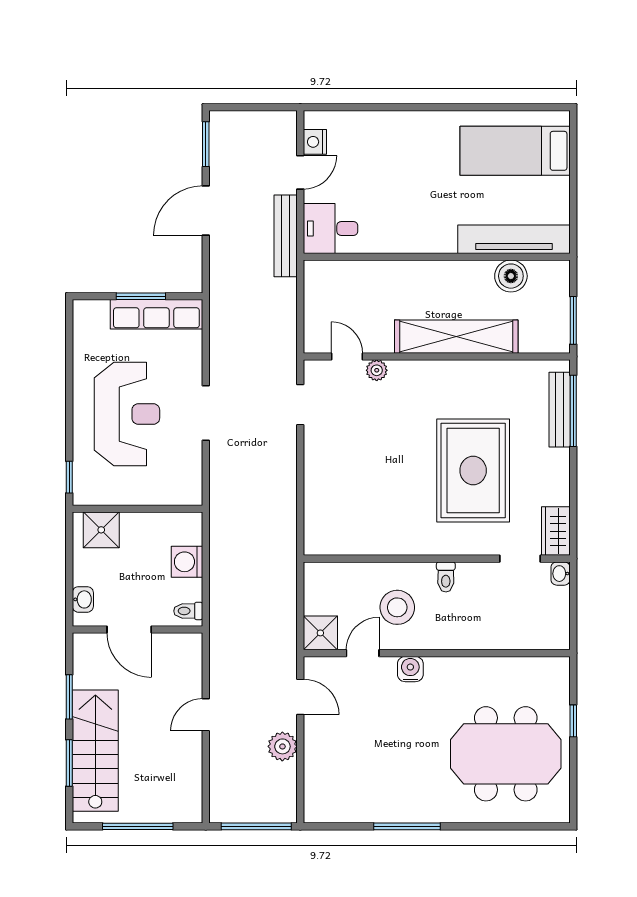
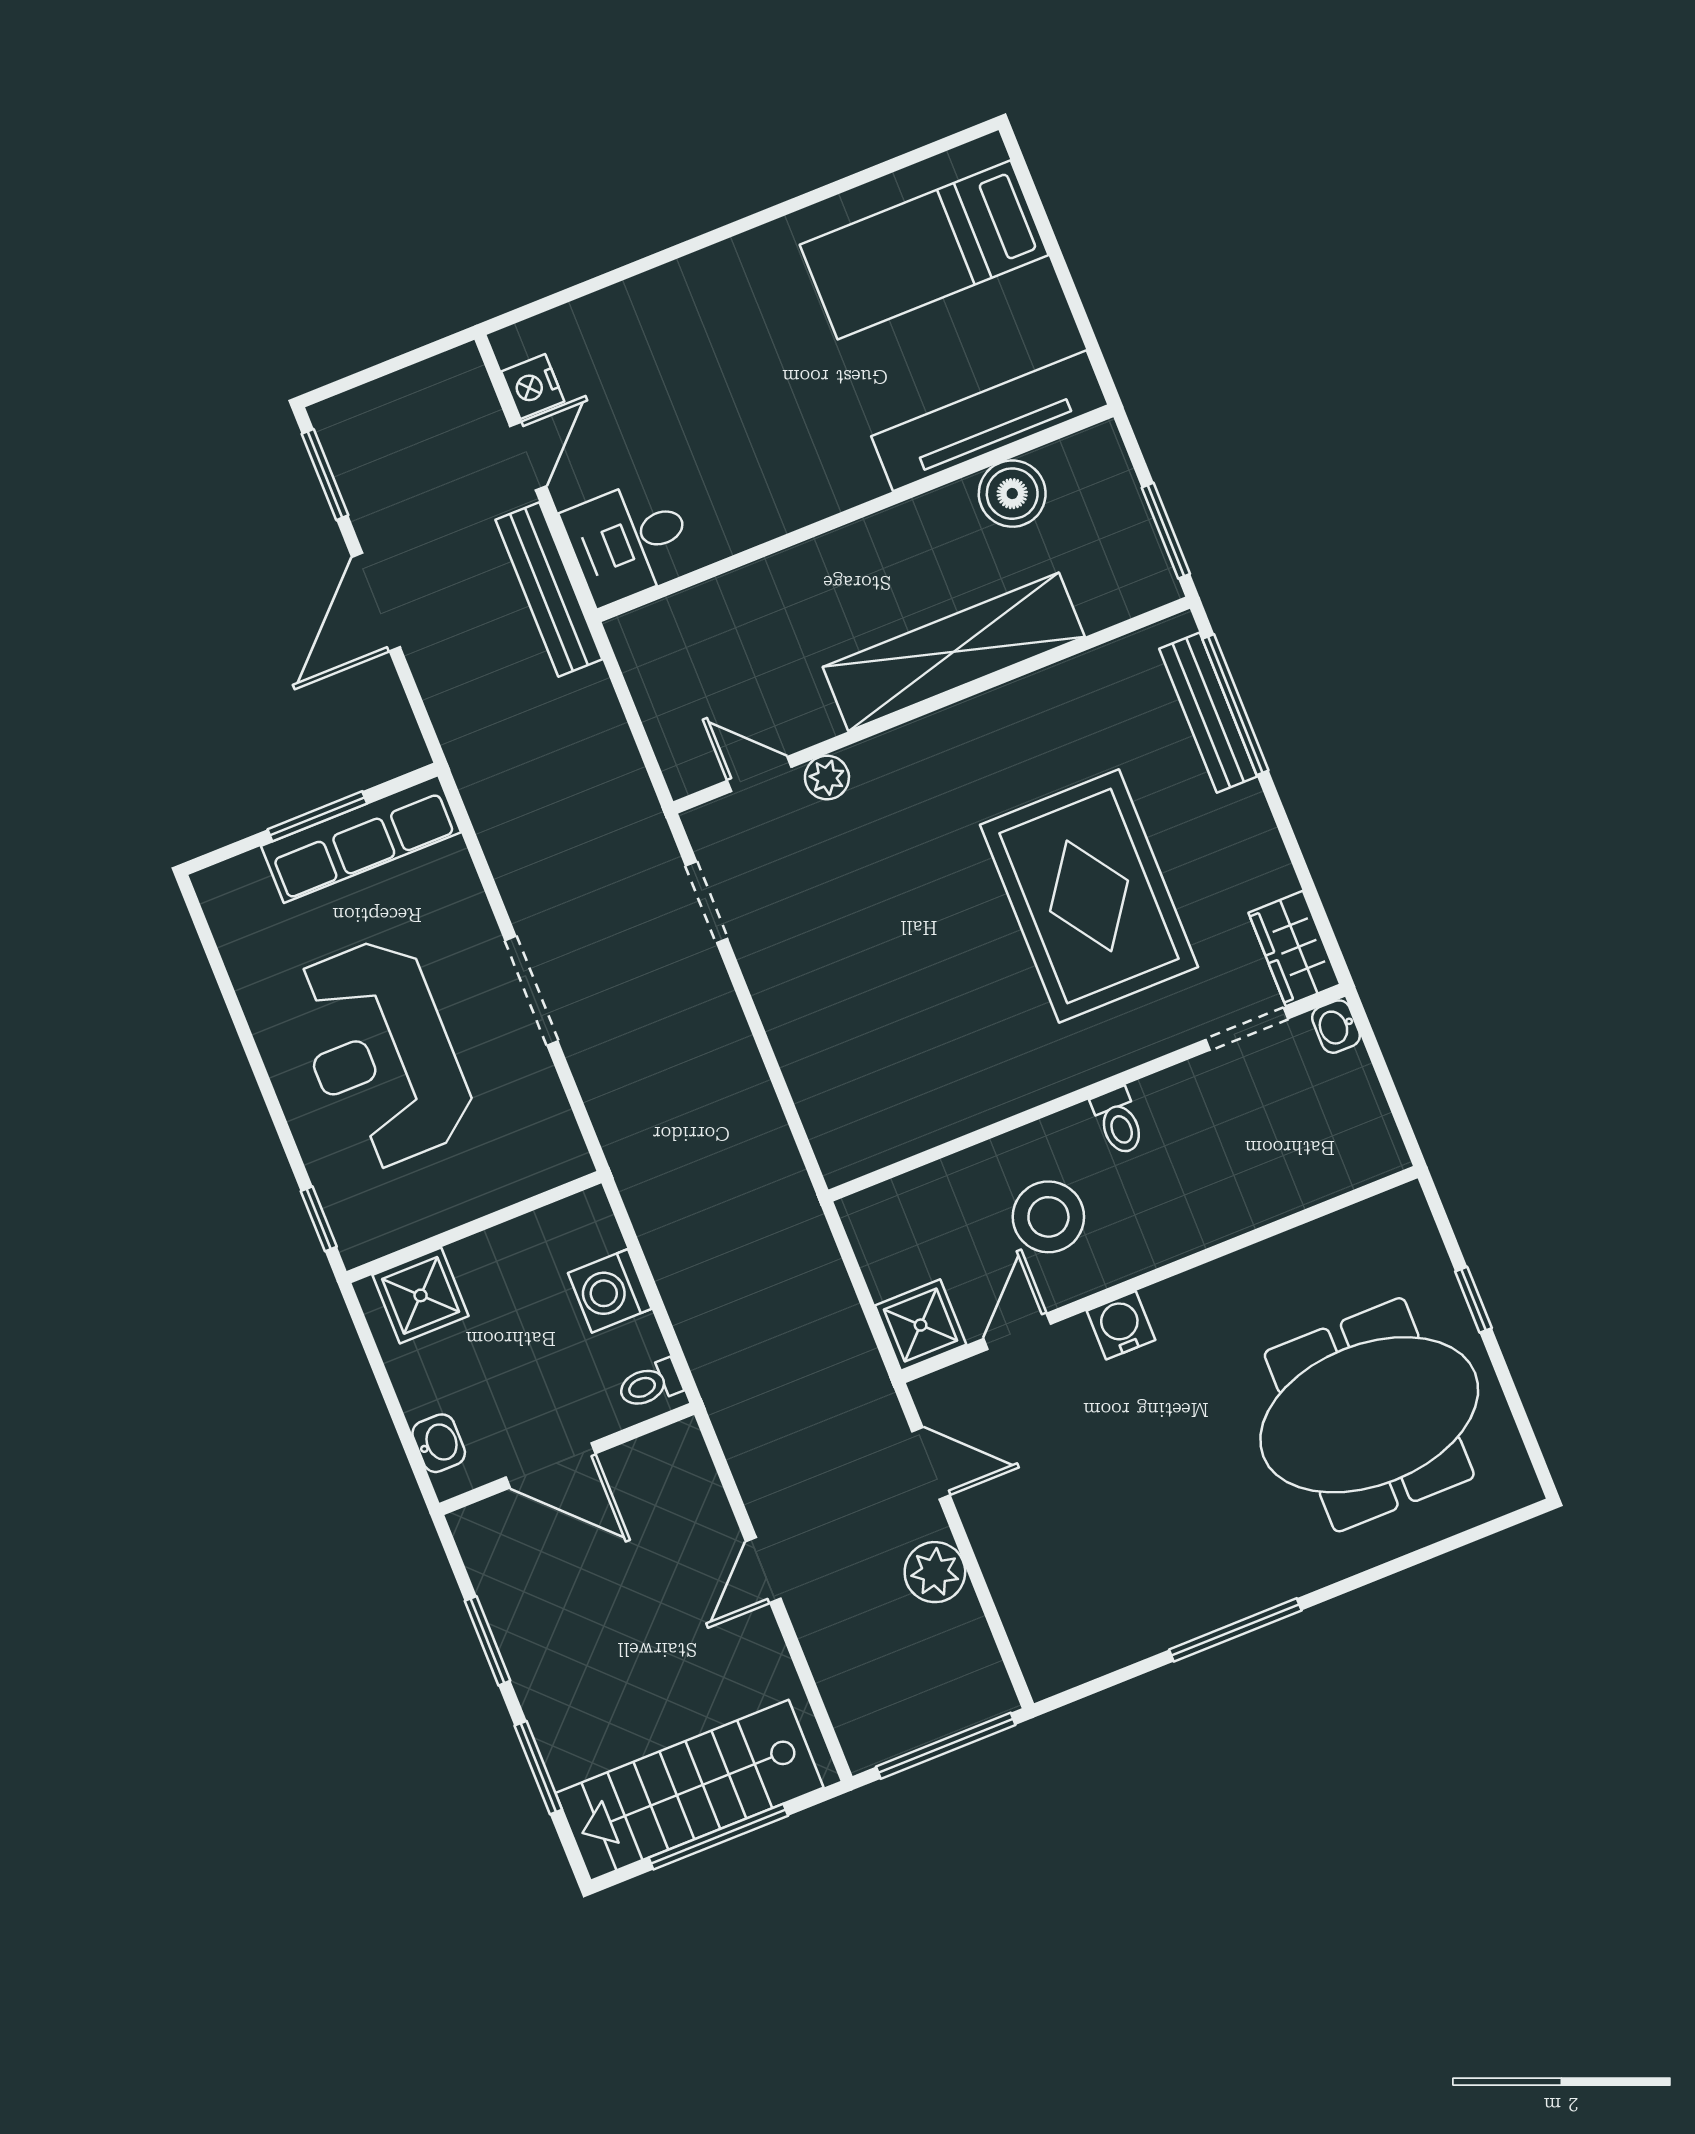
reception desk: (127, 414) -> (381, 1053), turned 180
stairs: (95, 751) -> (690, 1790), moved, turned -90

